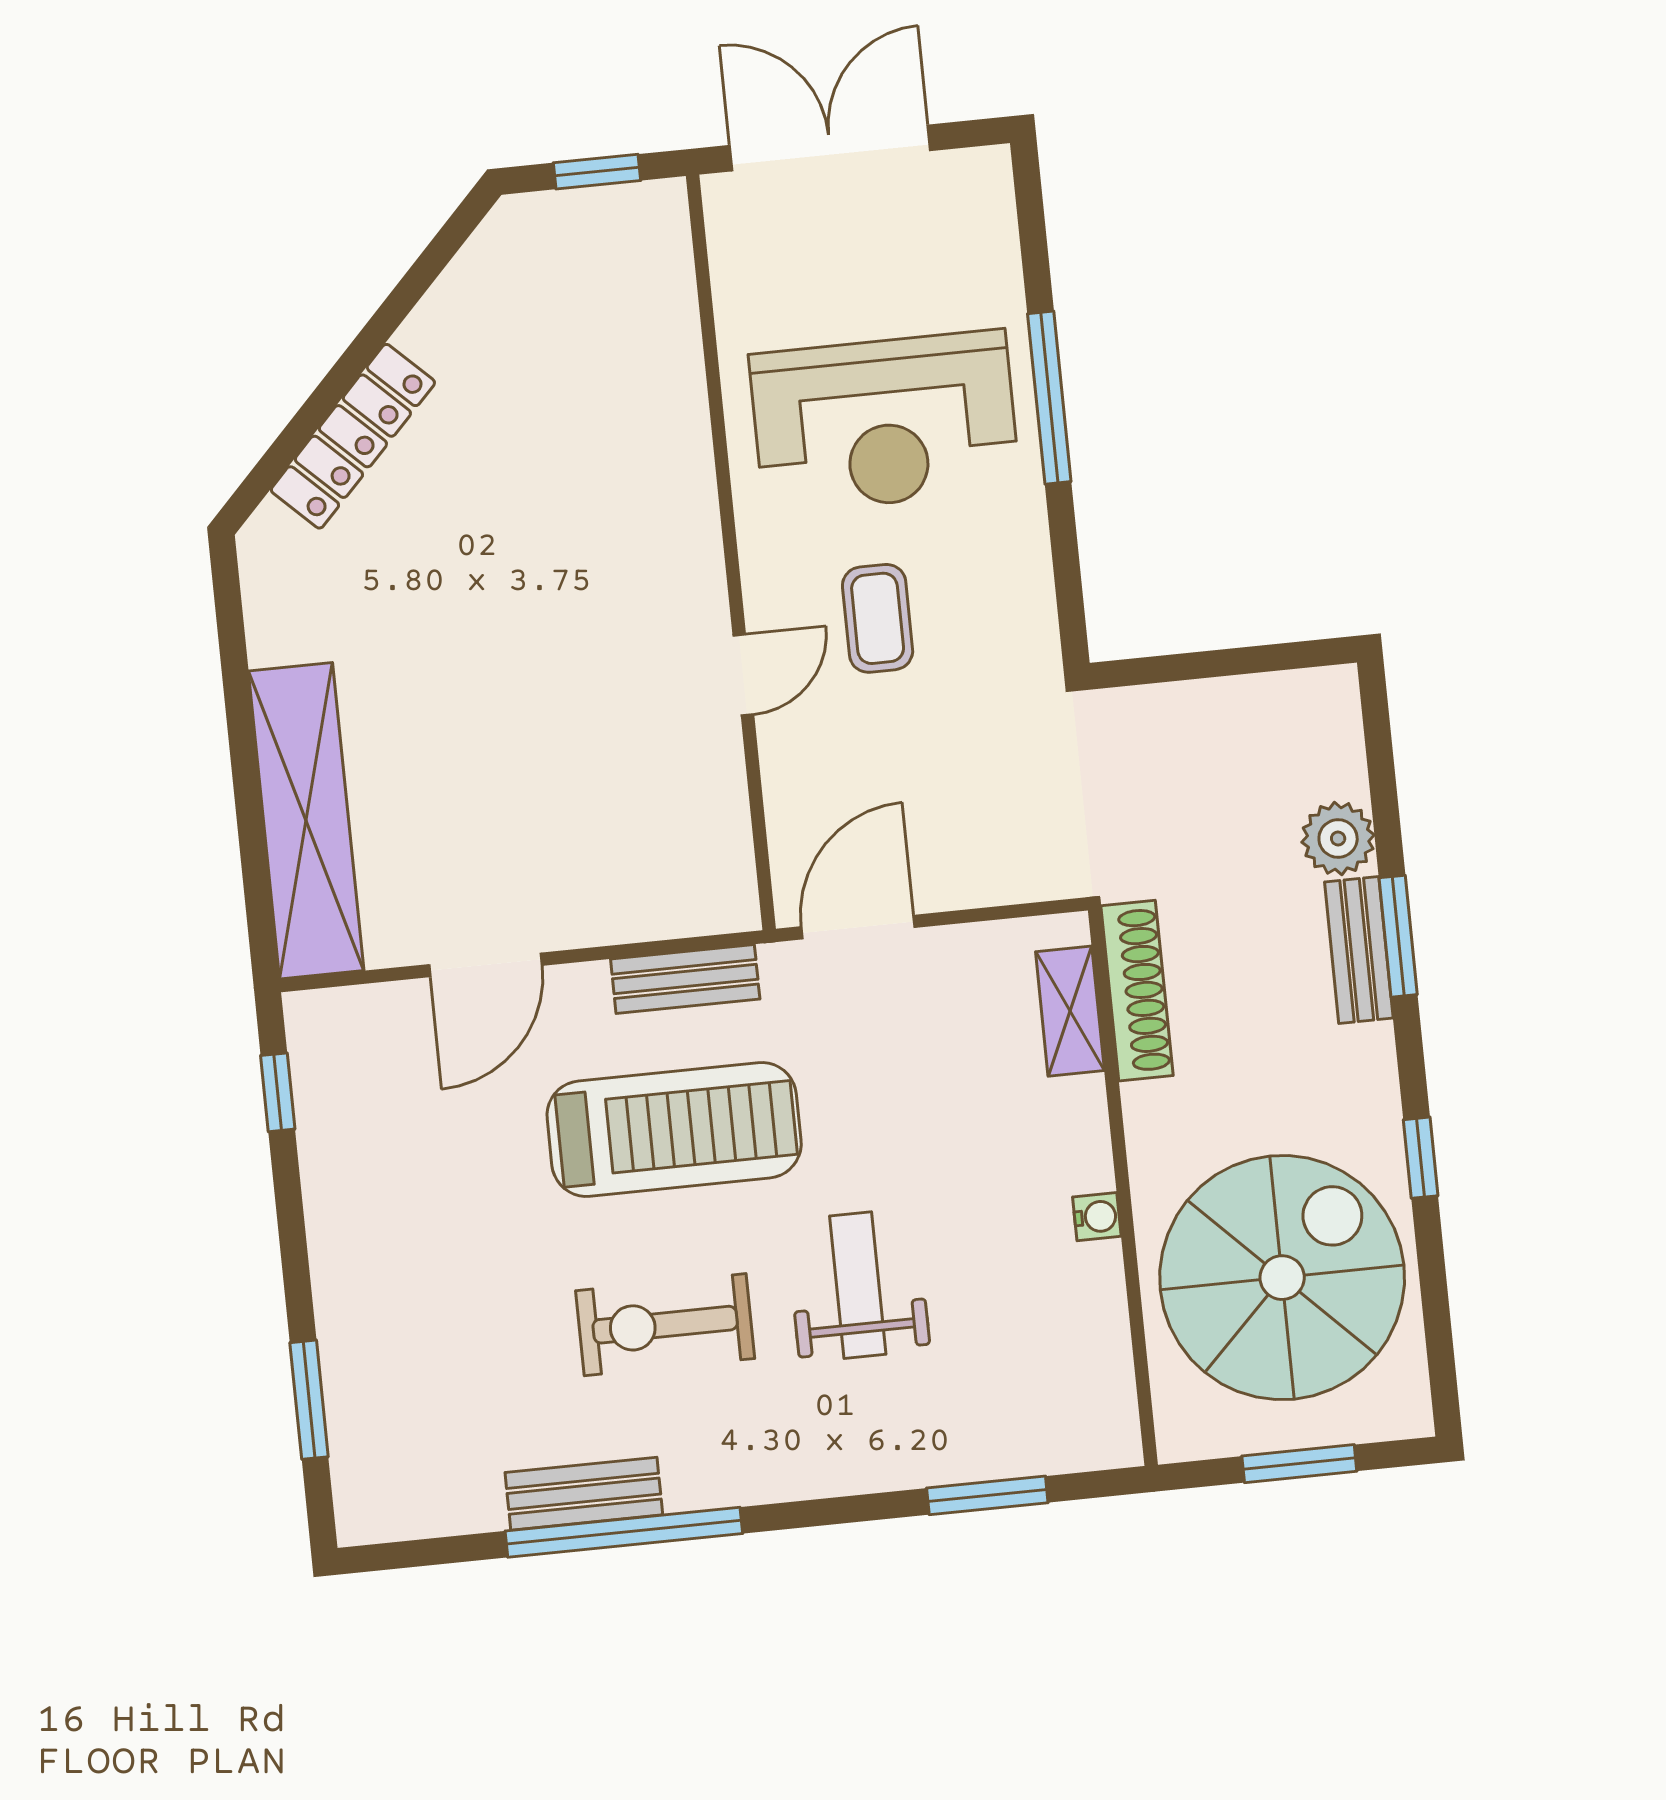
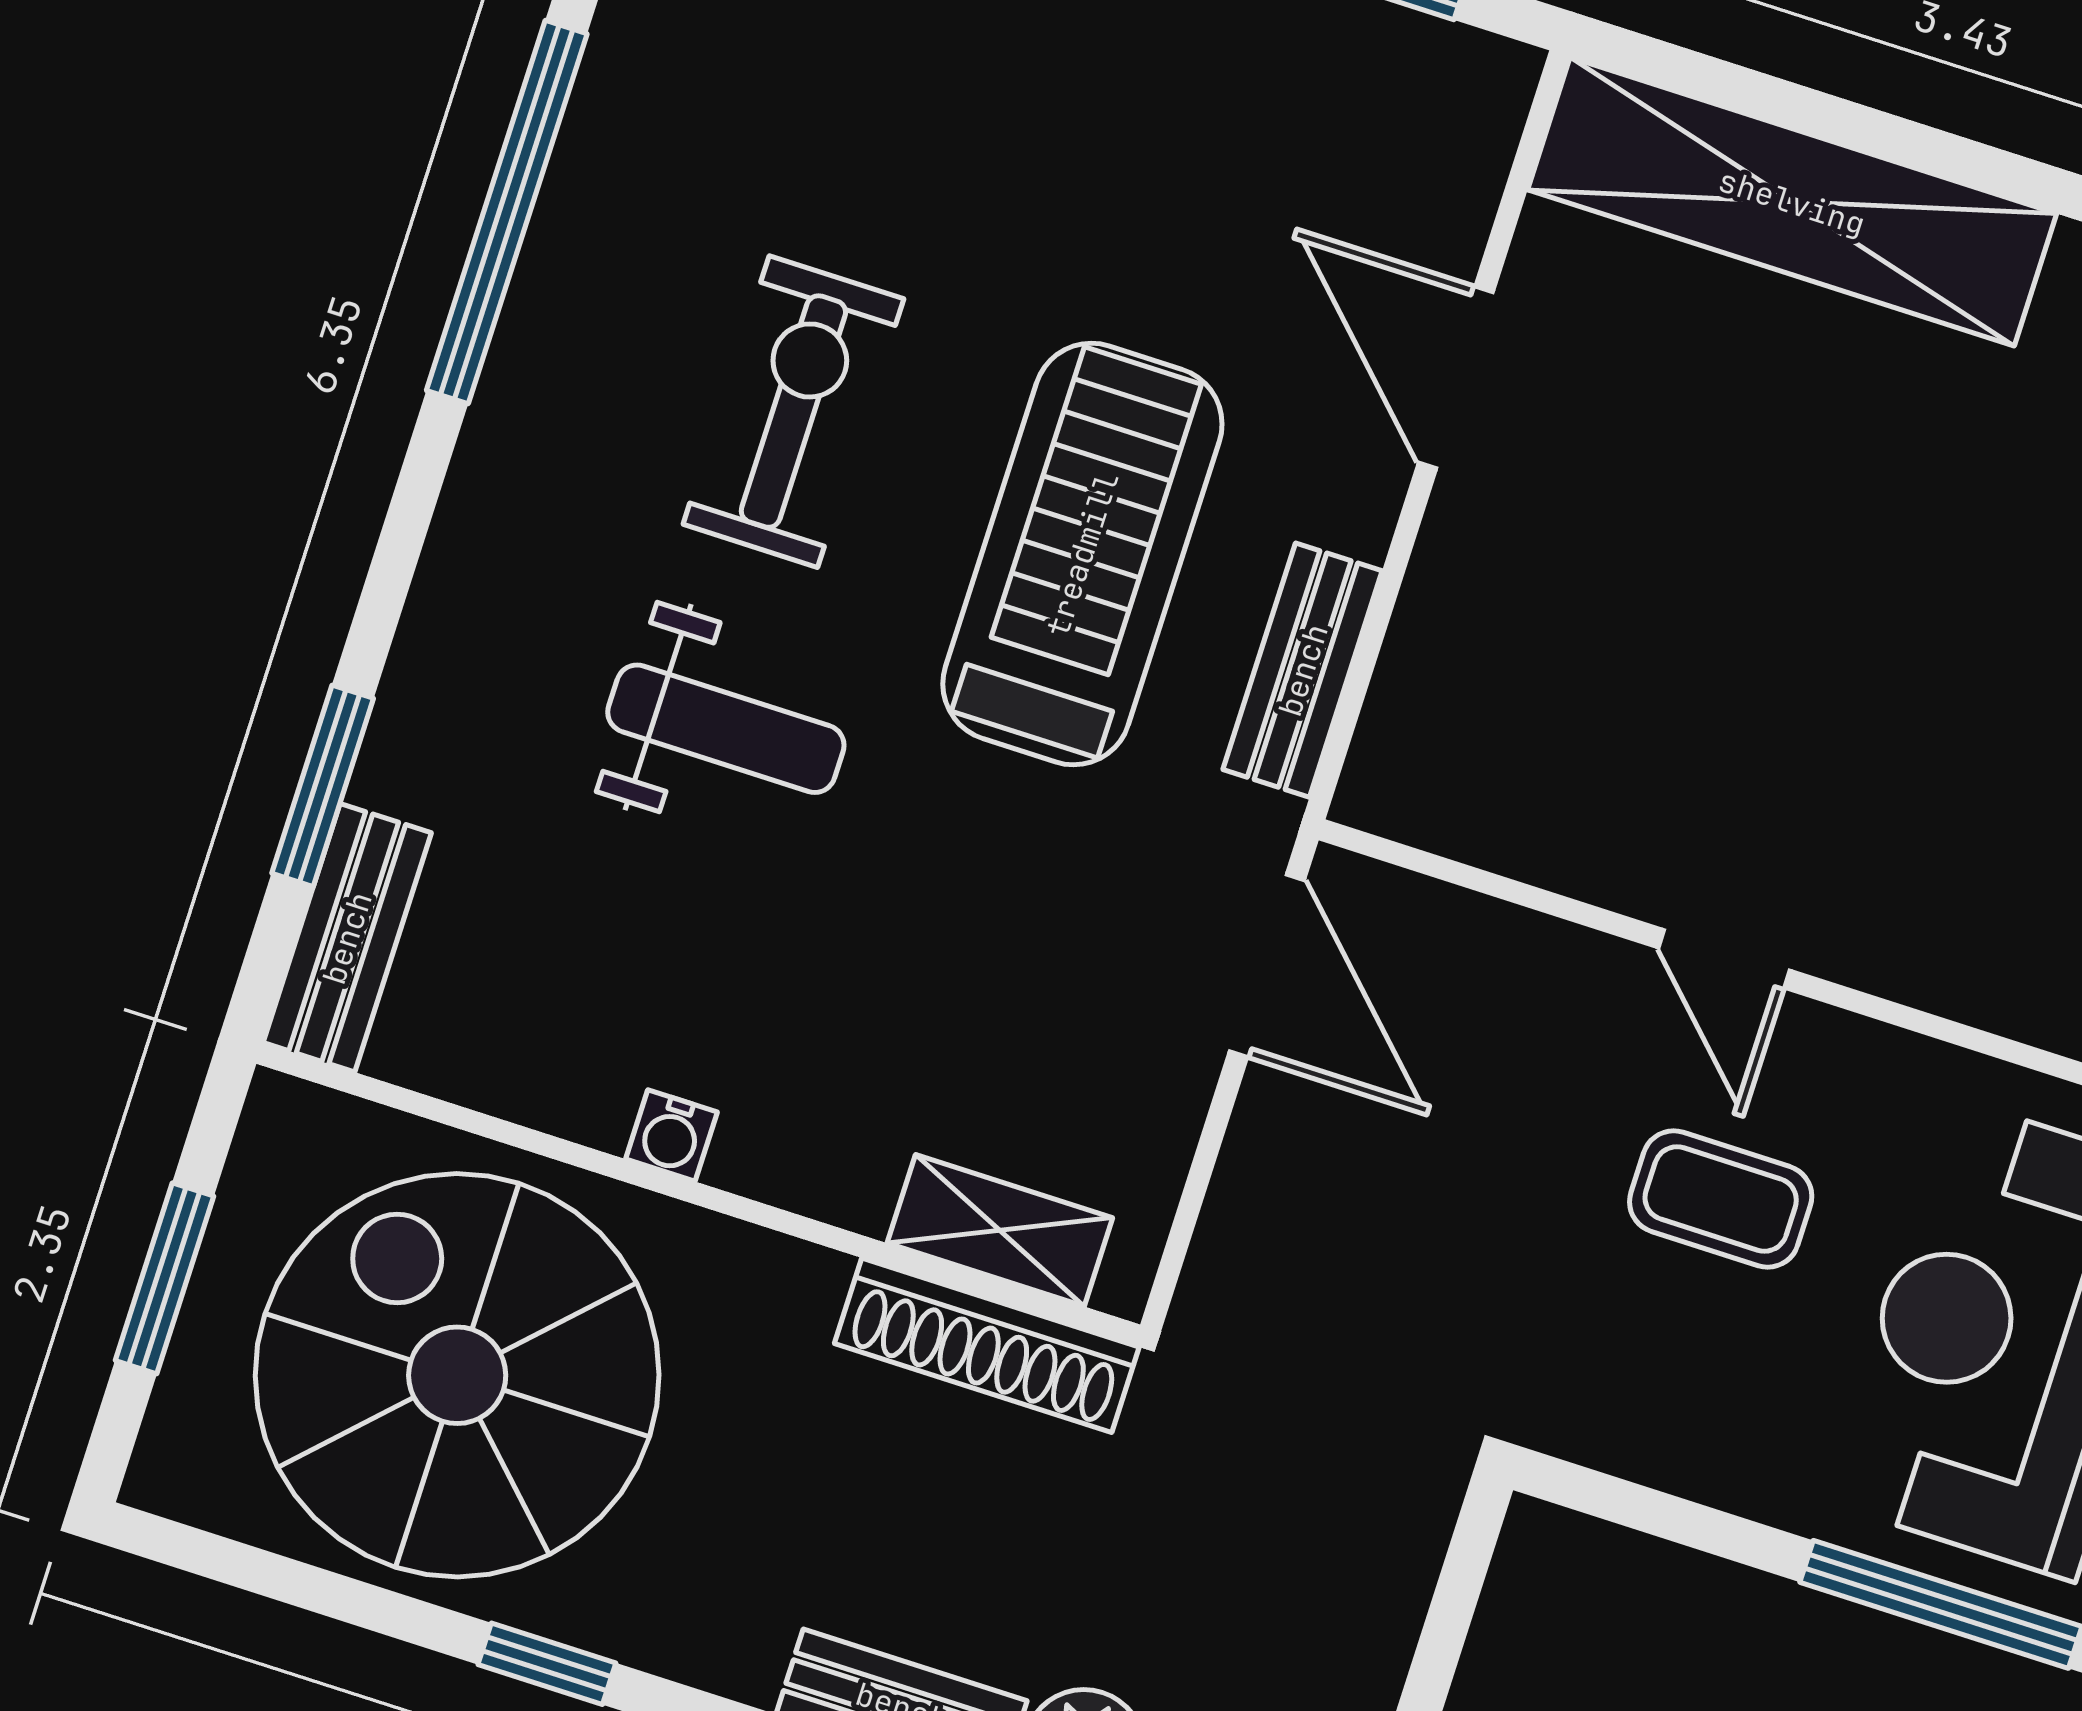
treadmill: (674, 1130) -> (1082, 554), turned 180
spiral stairs: (1282, 1278) -> (457, 1375), turned 180
bench: (584, 1494) -> (347, 938), moved

